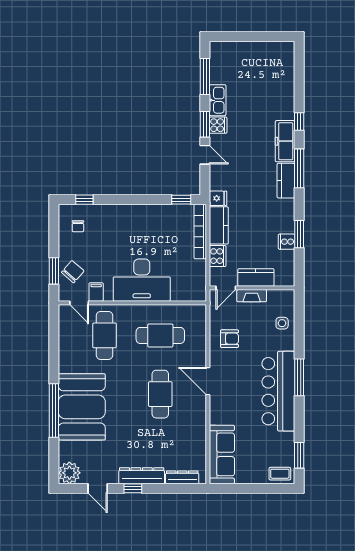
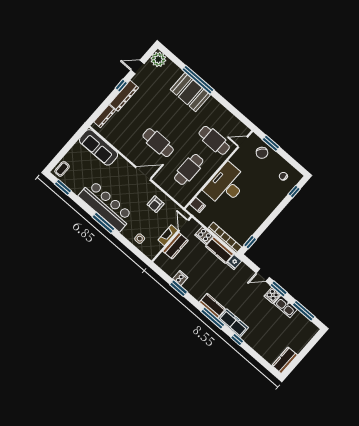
kitchen counter: (277, 50) -> (285, 360), added
filing cabinet: (96, 292) -> (198, 205), moved
booth: (82, 407) -> (190, 92), width x0.73, depth x0.70

